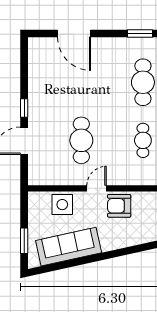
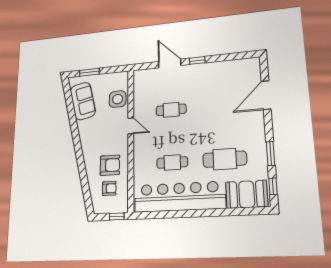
cafe table: (81, 140) -> (171, 110), width x0.73, depth x0.74
armchair: (119, 206) -> (110, 165), moved, turned 90
sofa: (69, 247) -> (83, 101), width x0.73

